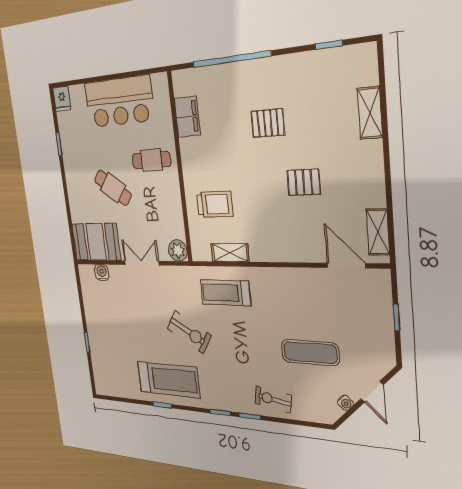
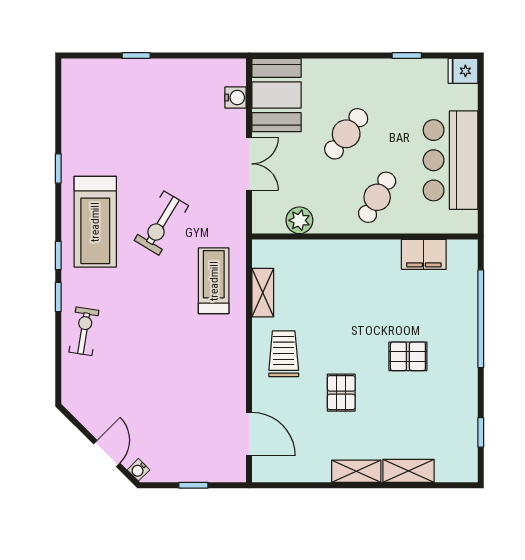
pallet: (268, 123) -> (408, 356), turned 90
cafe table: (151, 160) -> (377, 197), turned 30
trolley: (215, 204) -> (284, 354), moved, turned 180
shelving: (378, 232) -> (356, 471), moved
plant: (178, 250) -> (299, 220), moved
door: (346, 266) -> (249, 434), hinge flipped
exercise mat: (310, 353) -> (147, 384), removed
treadmill: (168, 380) -> (95, 222), moved
door: (372, 392) -> (107, 453), swing flipped
water cooler: (345, 403) -> (138, 470), moved

